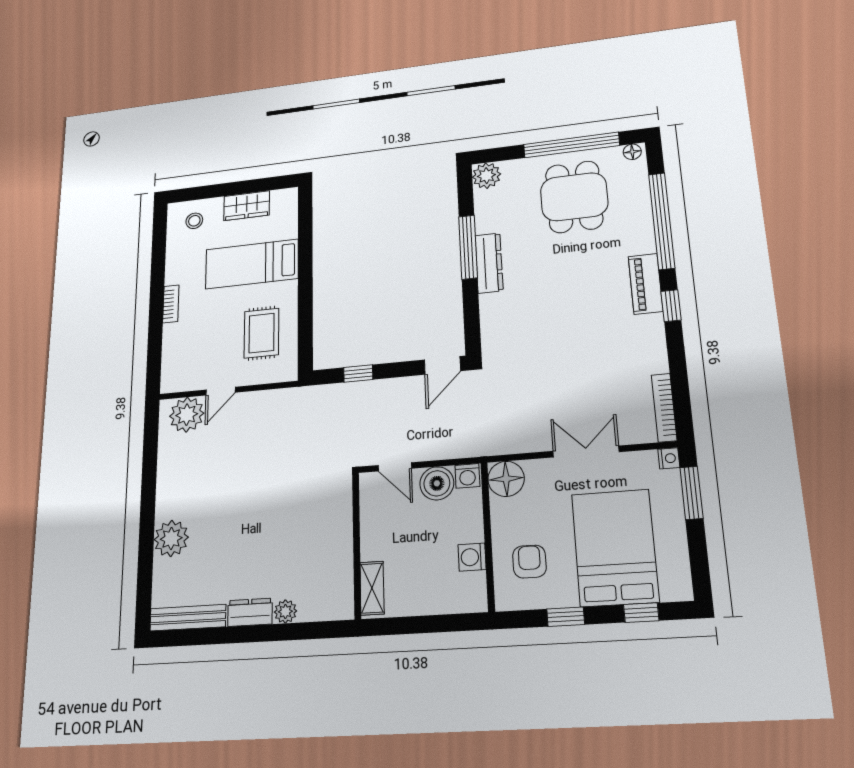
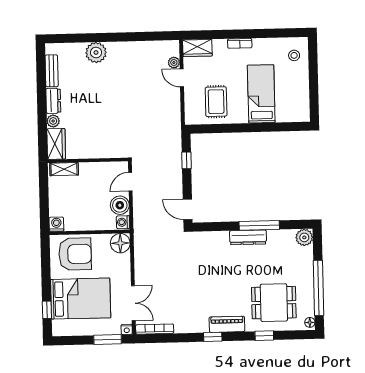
dining table: (574, 197) -> (274, 303), moved
wardrobe: (247, 206) -> (197, 48), moved, turned -90
window: (662, 221) -> (264, 336), width x0.32
rug: (261, 333) -> (216, 102), turned 90
plant: (187, 415) -> (174, 63), width x0.53, depth x0.53
double door: (586, 452) -> (133, 303), moved
washing machine: (472, 557) -> (56, 224), moved
armchair: (529, 562) -> (75, 254), width x1.88, depth x1.88
wardrobe: (326, 604) -> (56, 144), added
window: (566, 617) -> (46, 272), removed
bench: (188, 618) -> (52, 71), width x0.73

